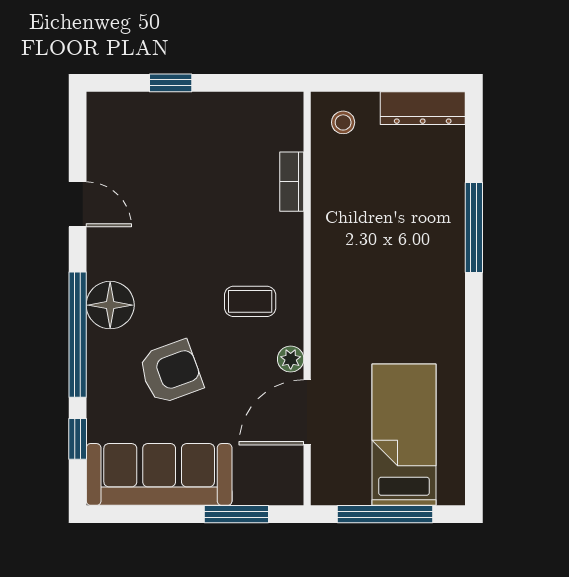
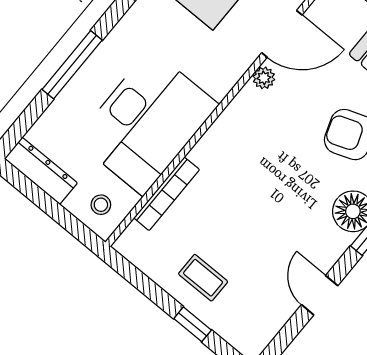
bookcase: (292, 182) -> (167, 194), width x1.56
desk: (363, 231) -> (147, 122), added
coffee table: (250, 301) -> (203, 278), moved

